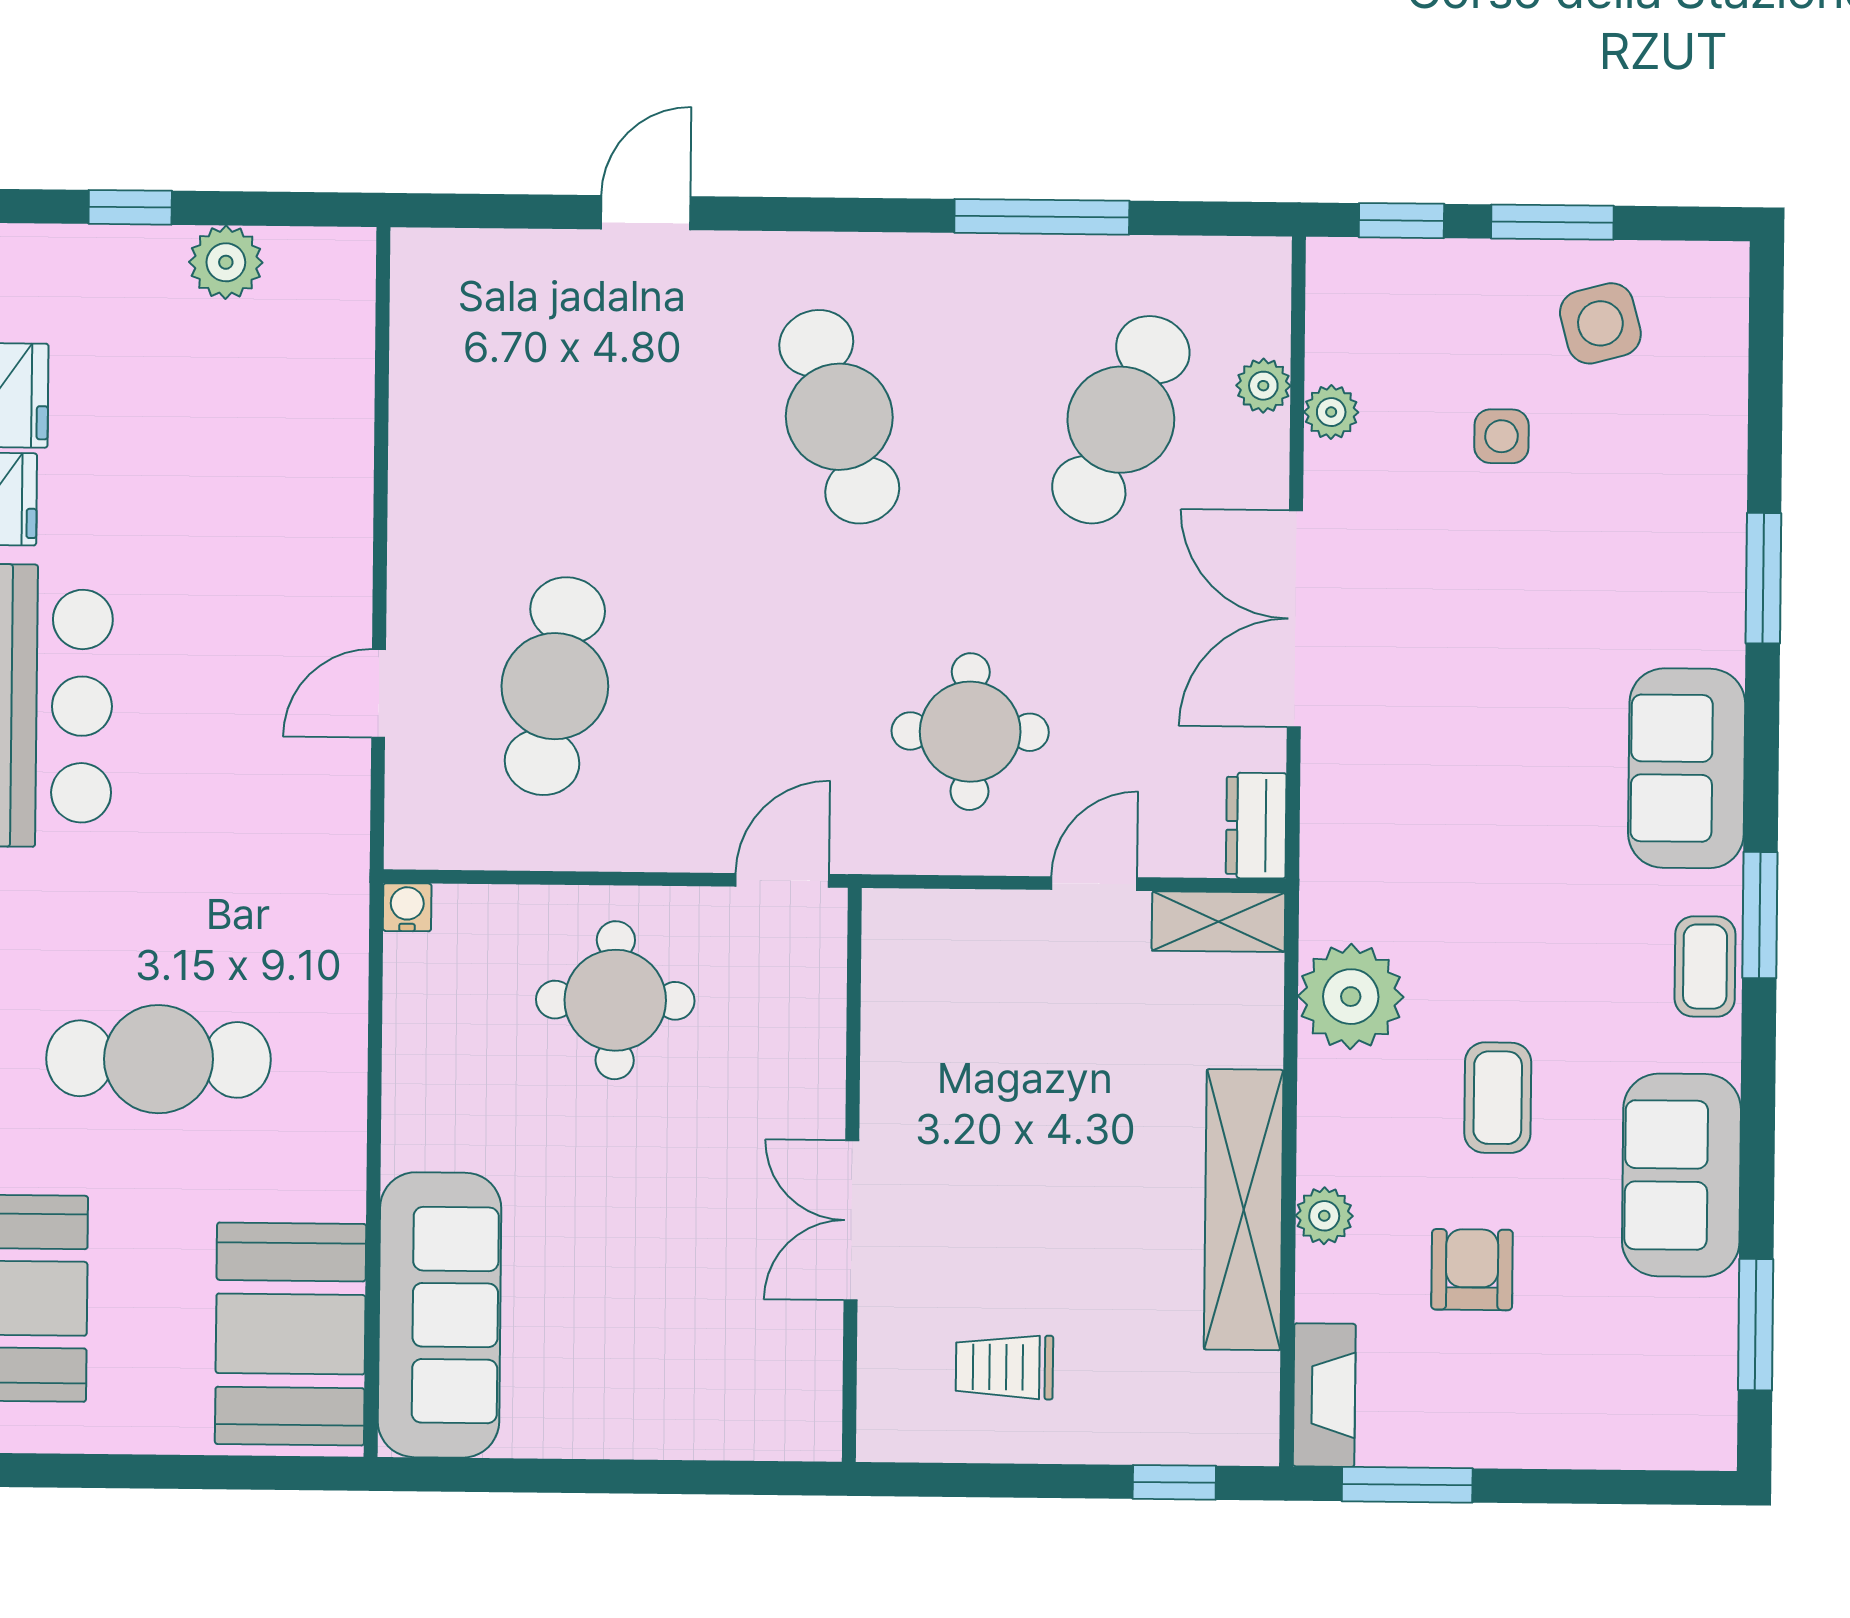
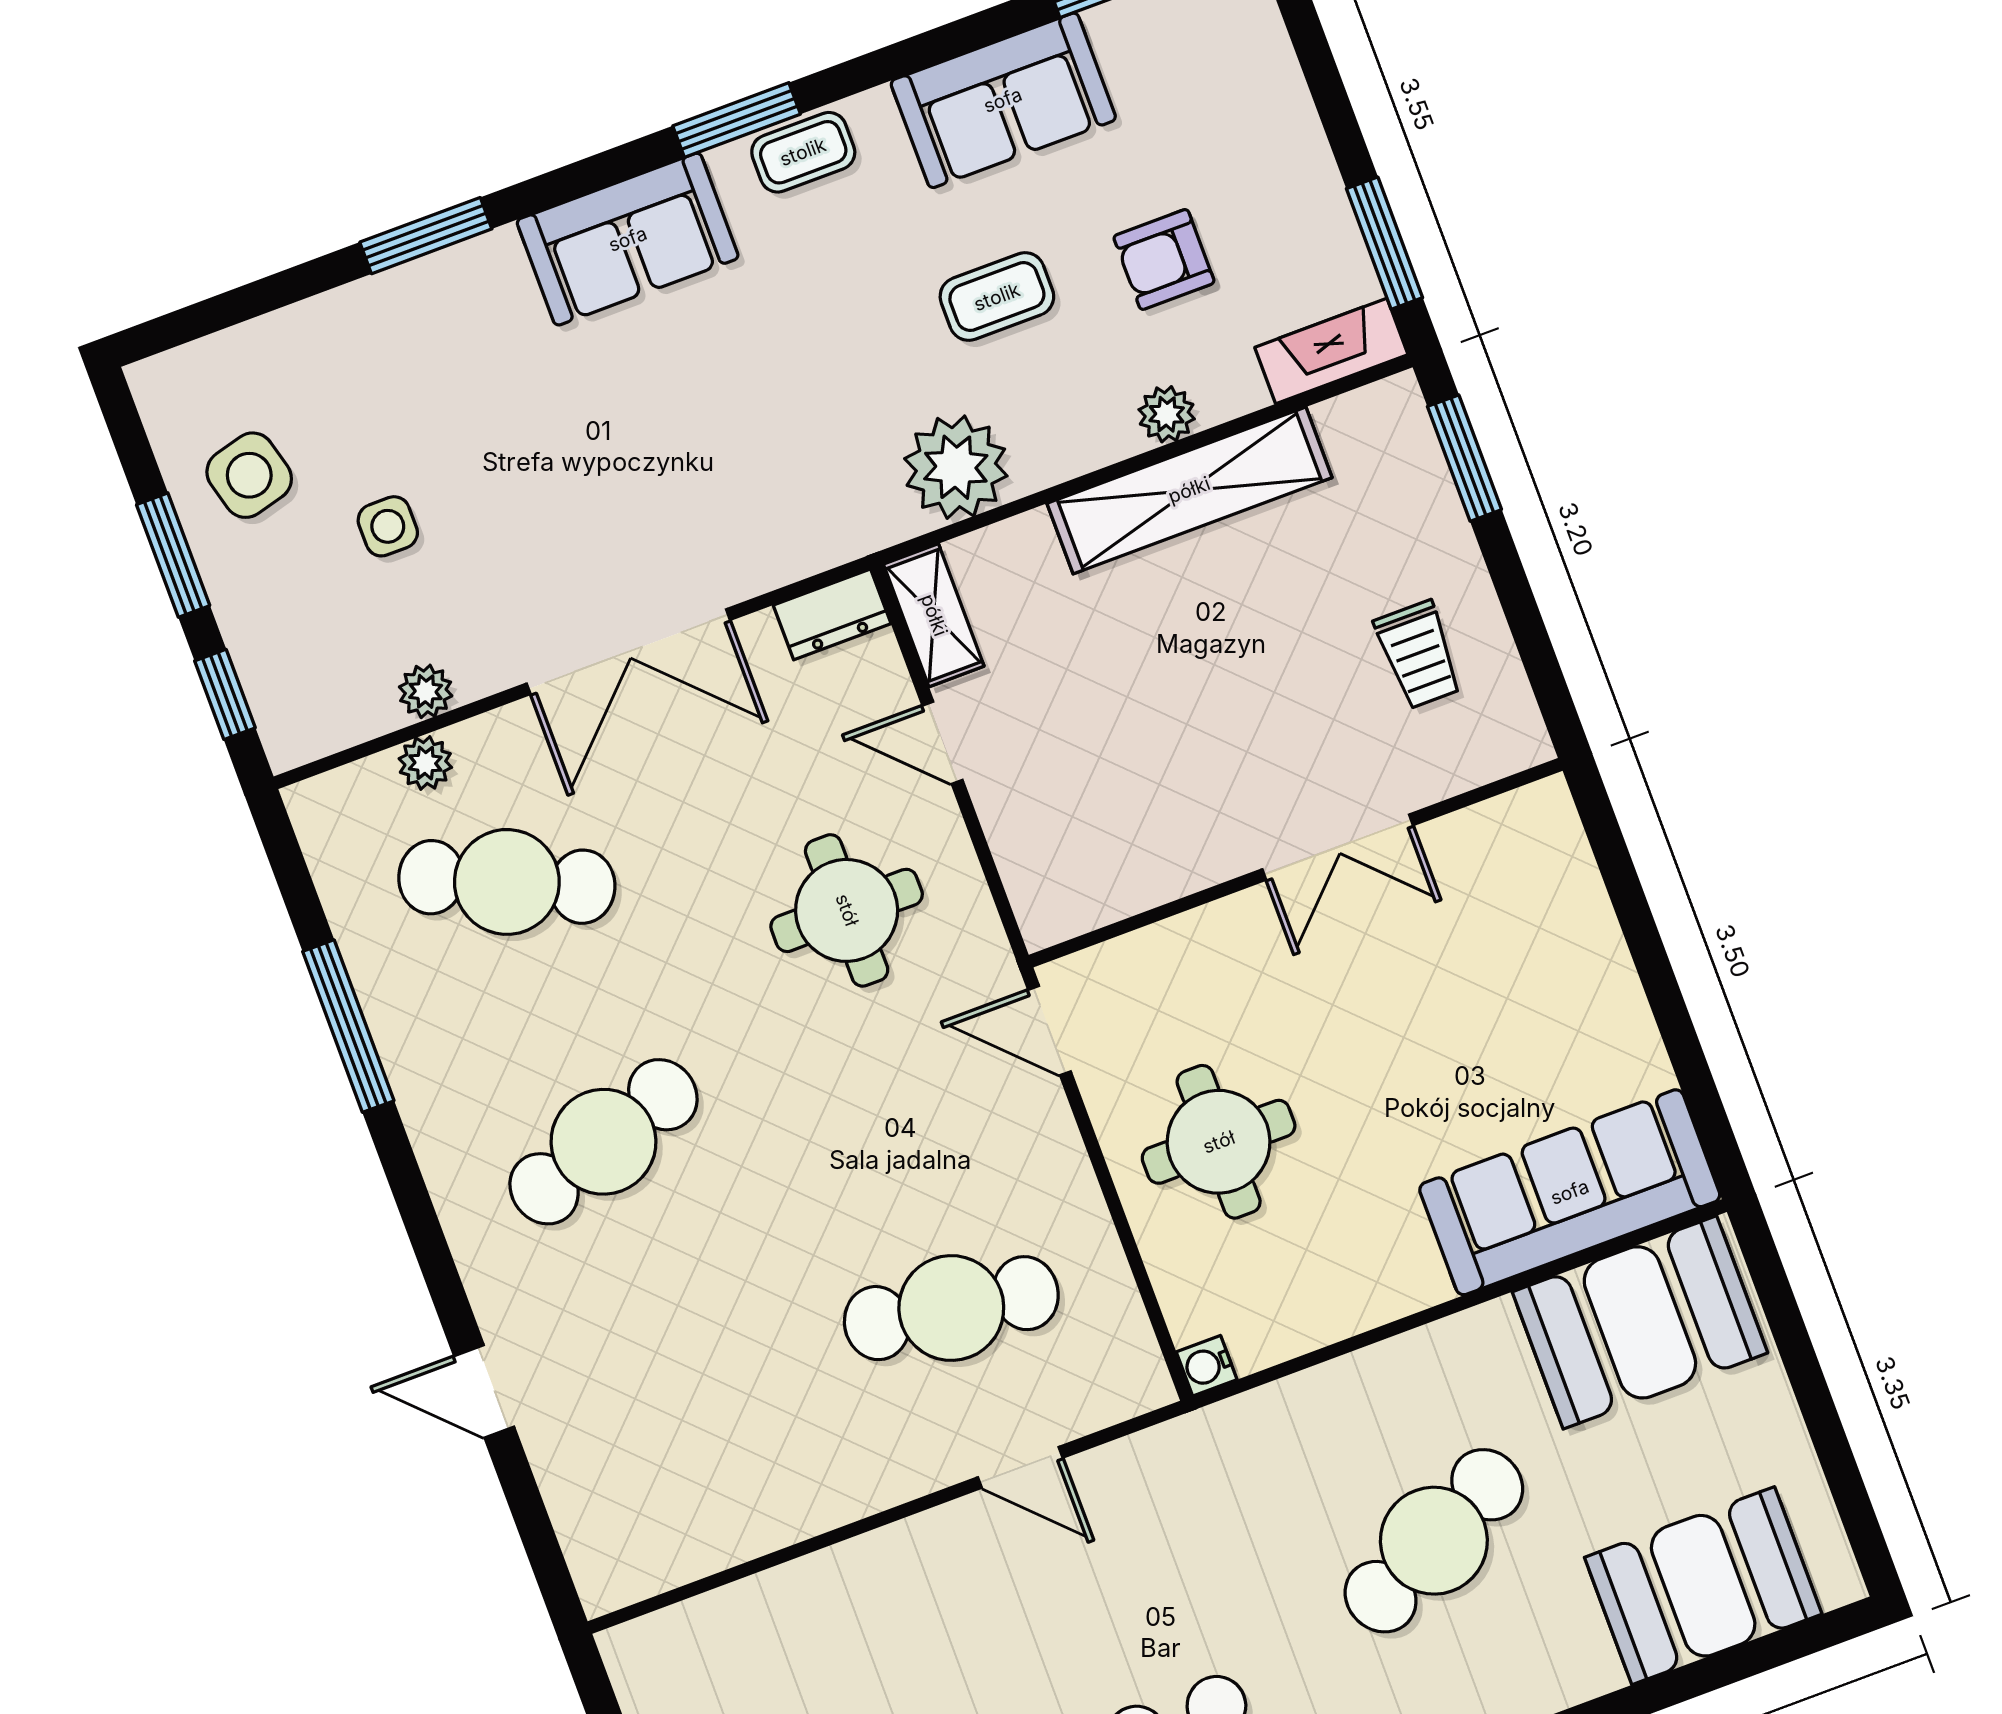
cafe table: (158, 1059) -> (1434, 1541), turned 64
window: (1174, 1482) -> (1464, 458), width x1.50

